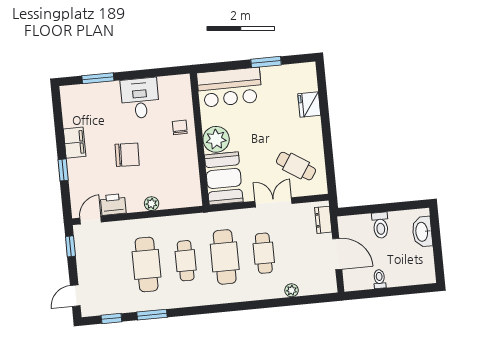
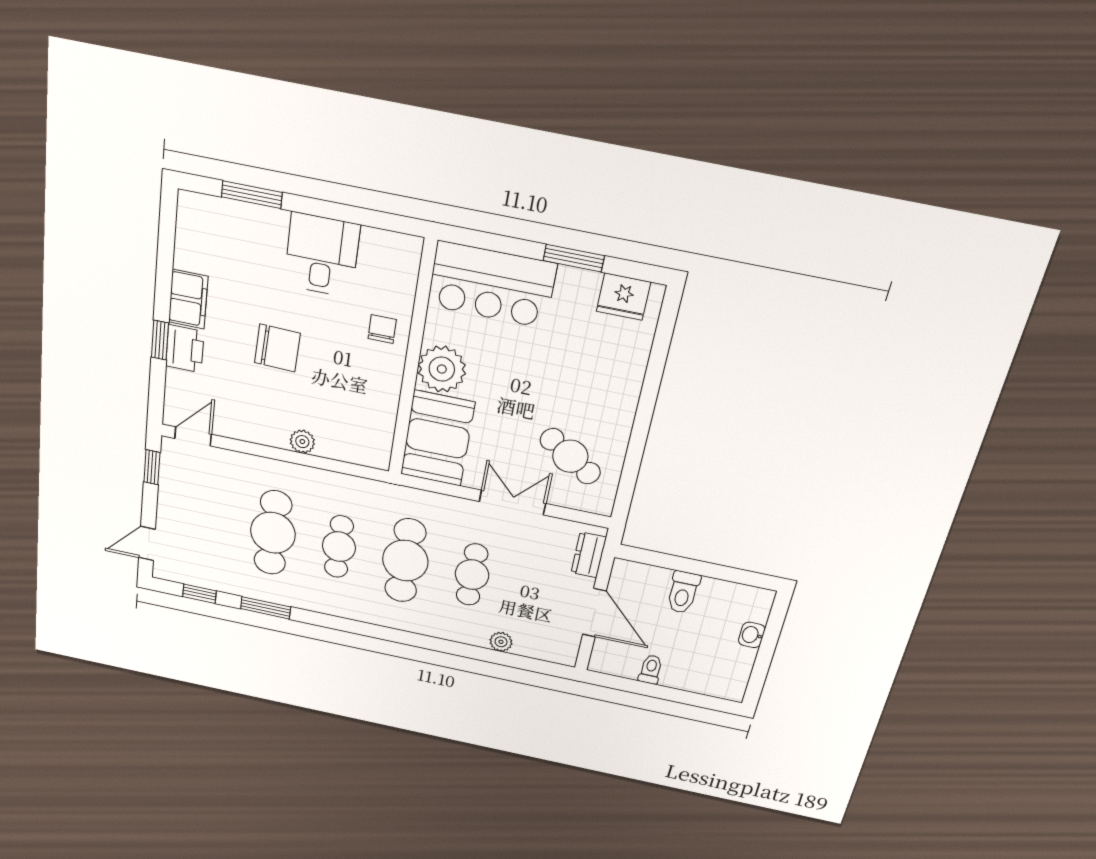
fridge: (309, 105) -> (623, 297), moved, turned -90
printer: (113, 204) -> (185, 349), moved, turned 90
washbasin: (422, 232) -> (752, 635), width x0.52, depth x0.69

